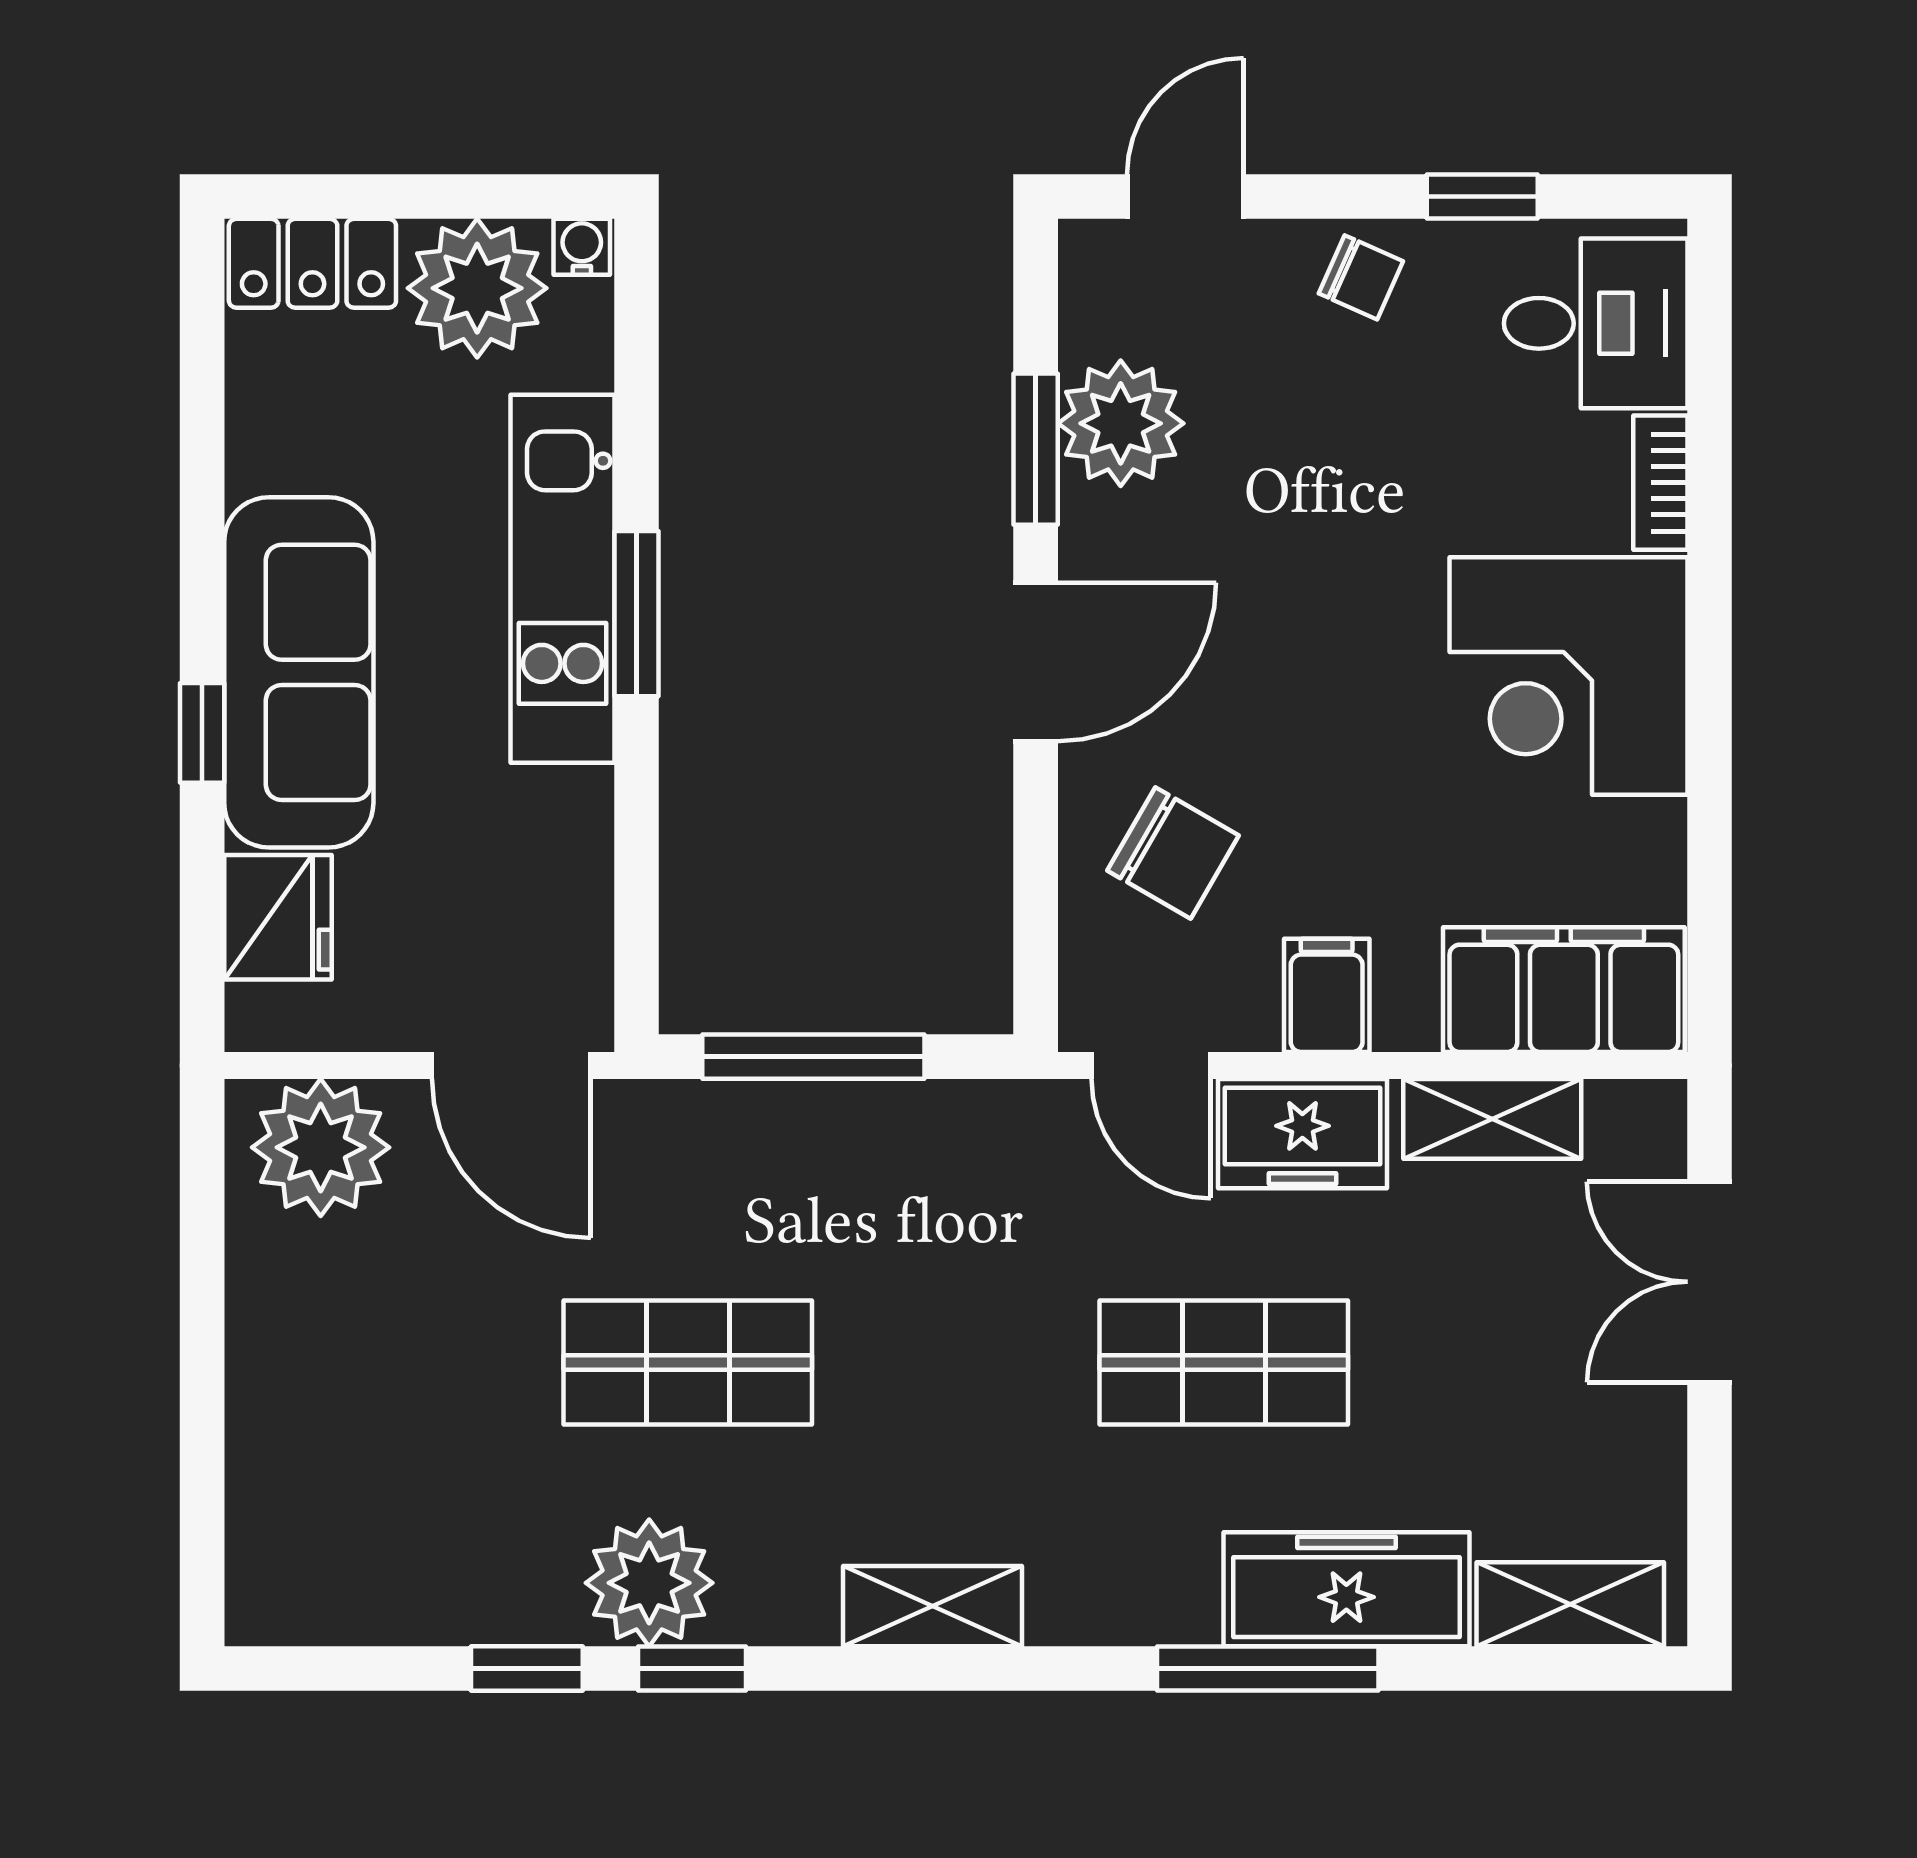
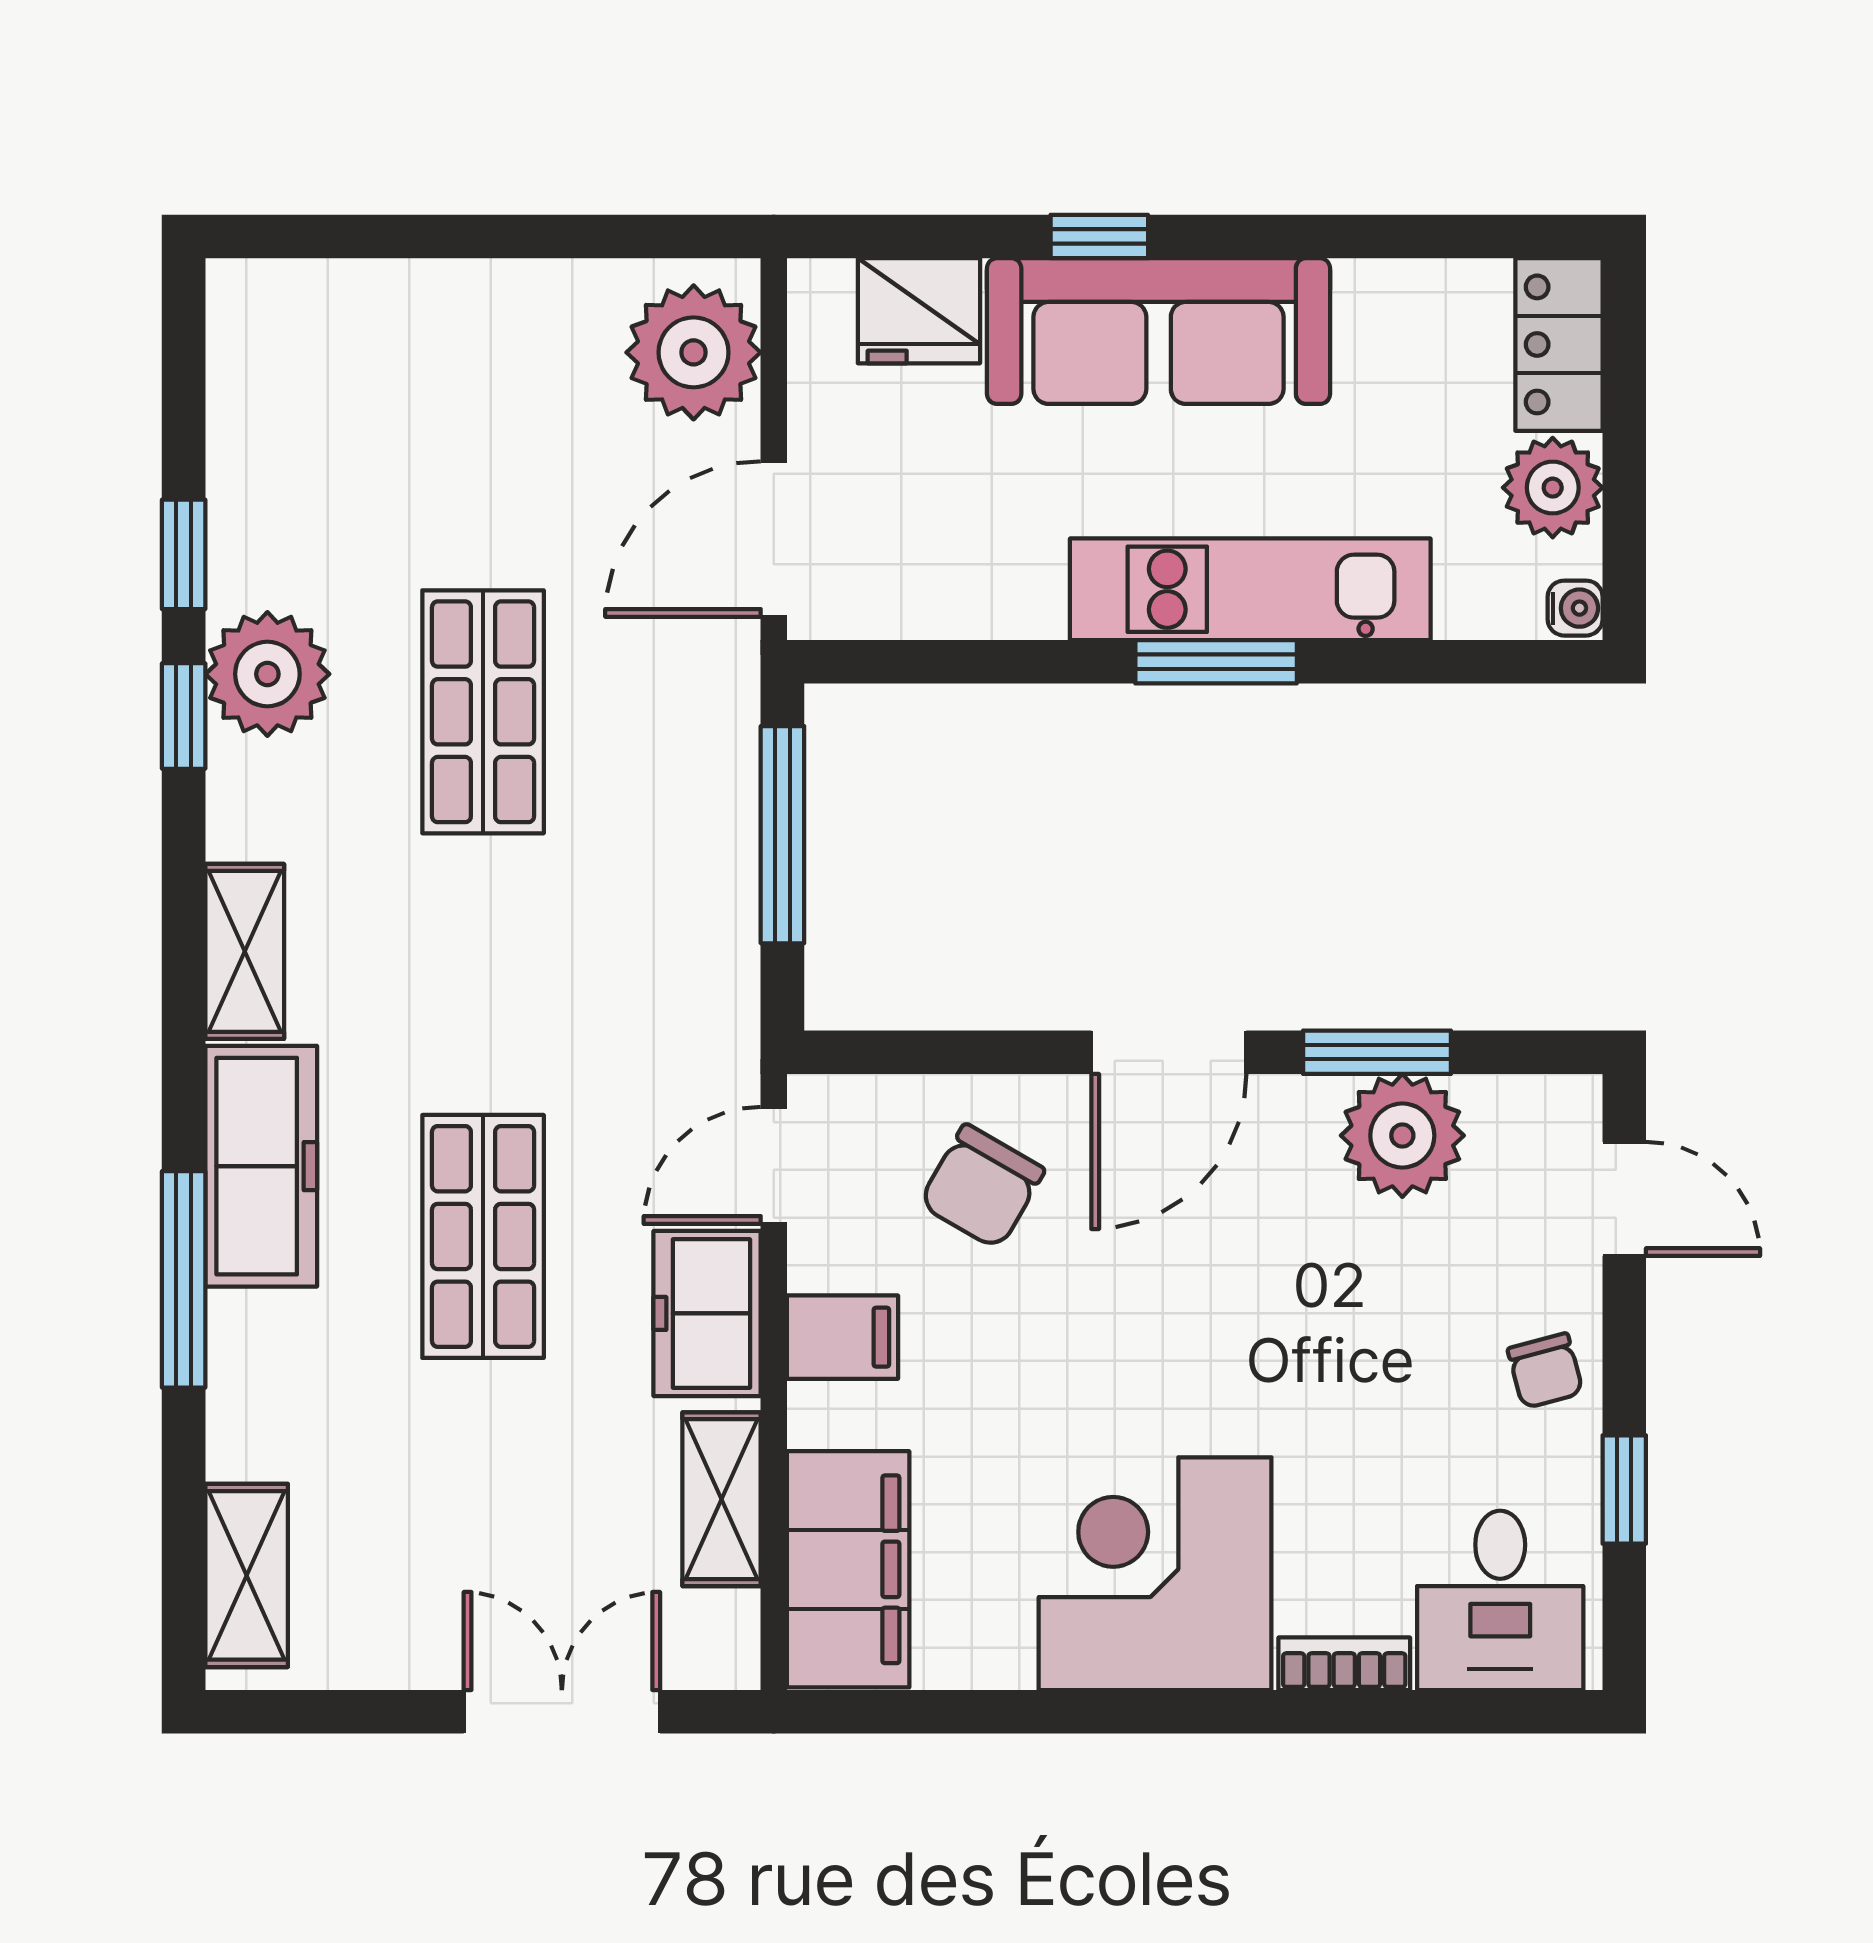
chair: (1361, 277) -> (1545, 1371), turned -39
plant: (477, 288) -> (1553, 488), width x0.73, depth x0.73
door: (1036, 662) -> (1169, 1052), hinge flipped
freezer: (1346, 1589) -> (261, 1166), moved

